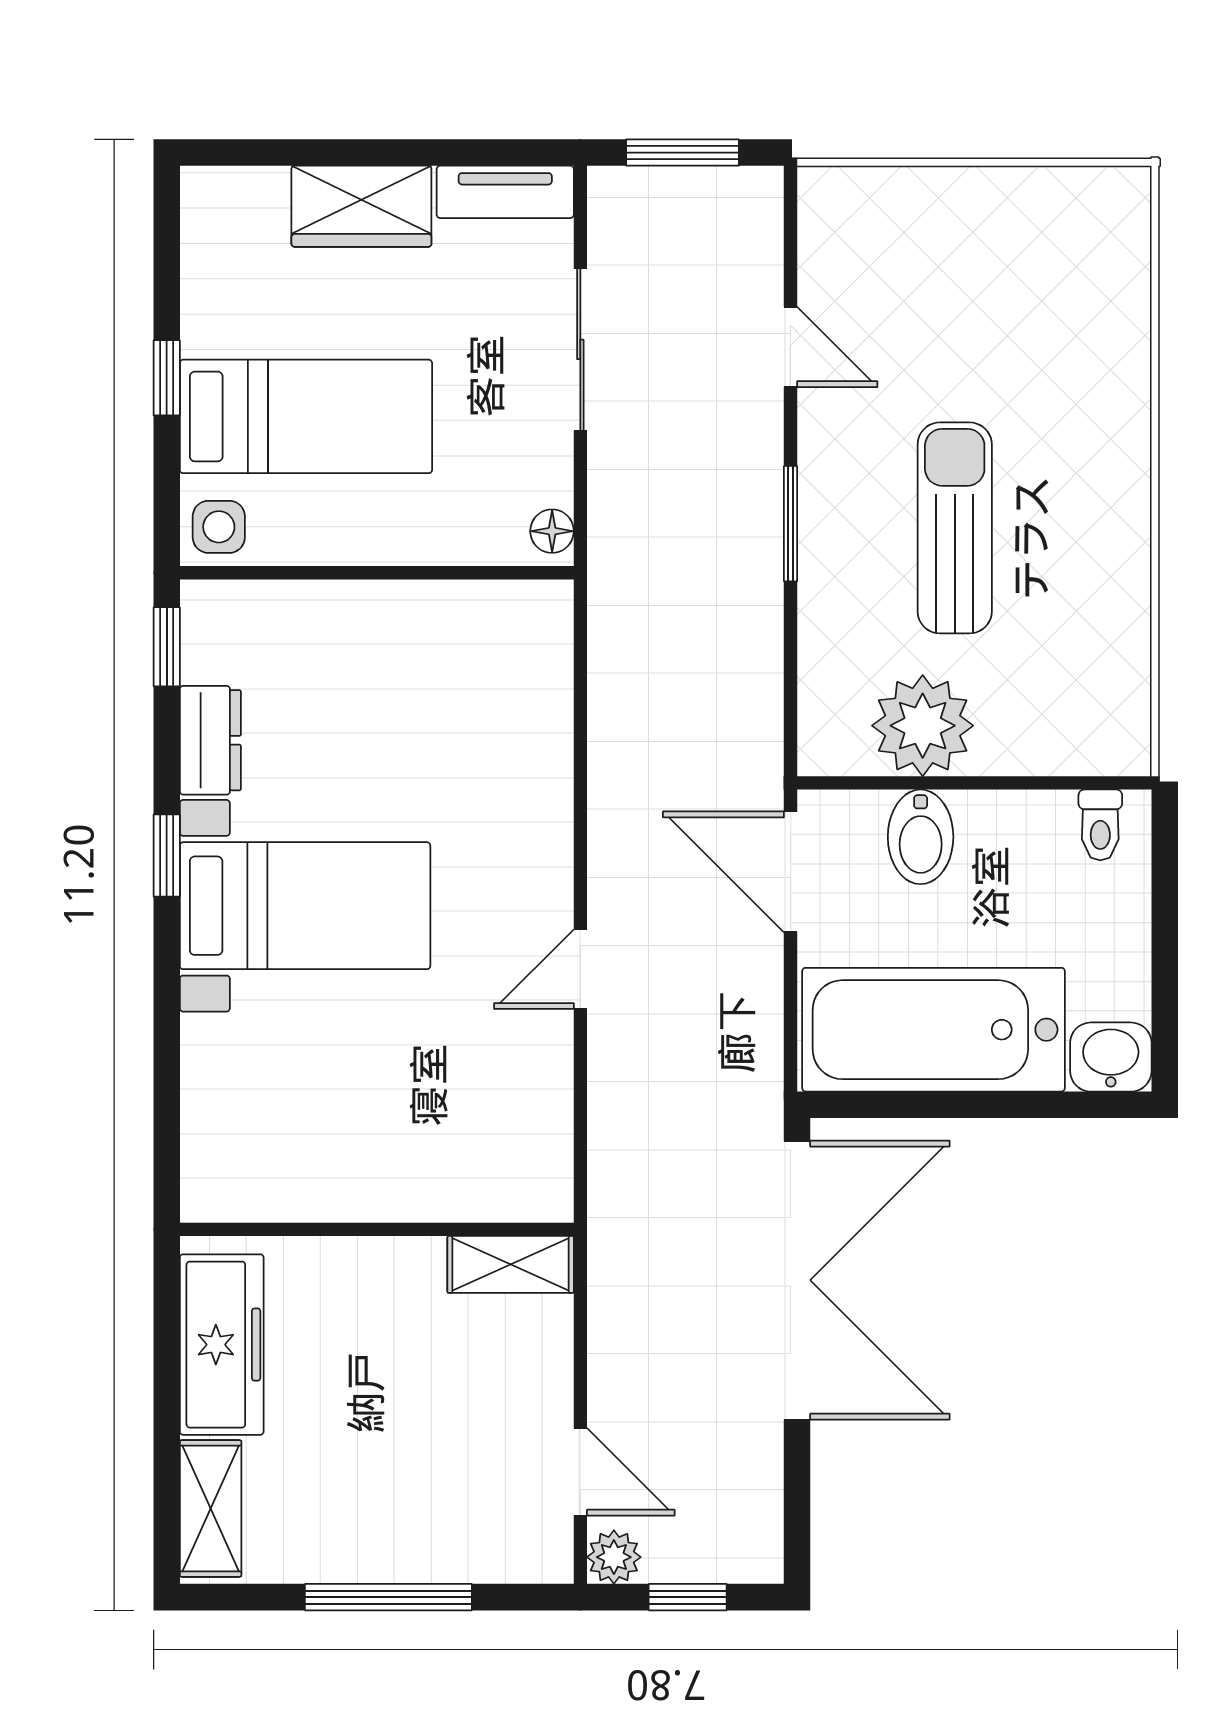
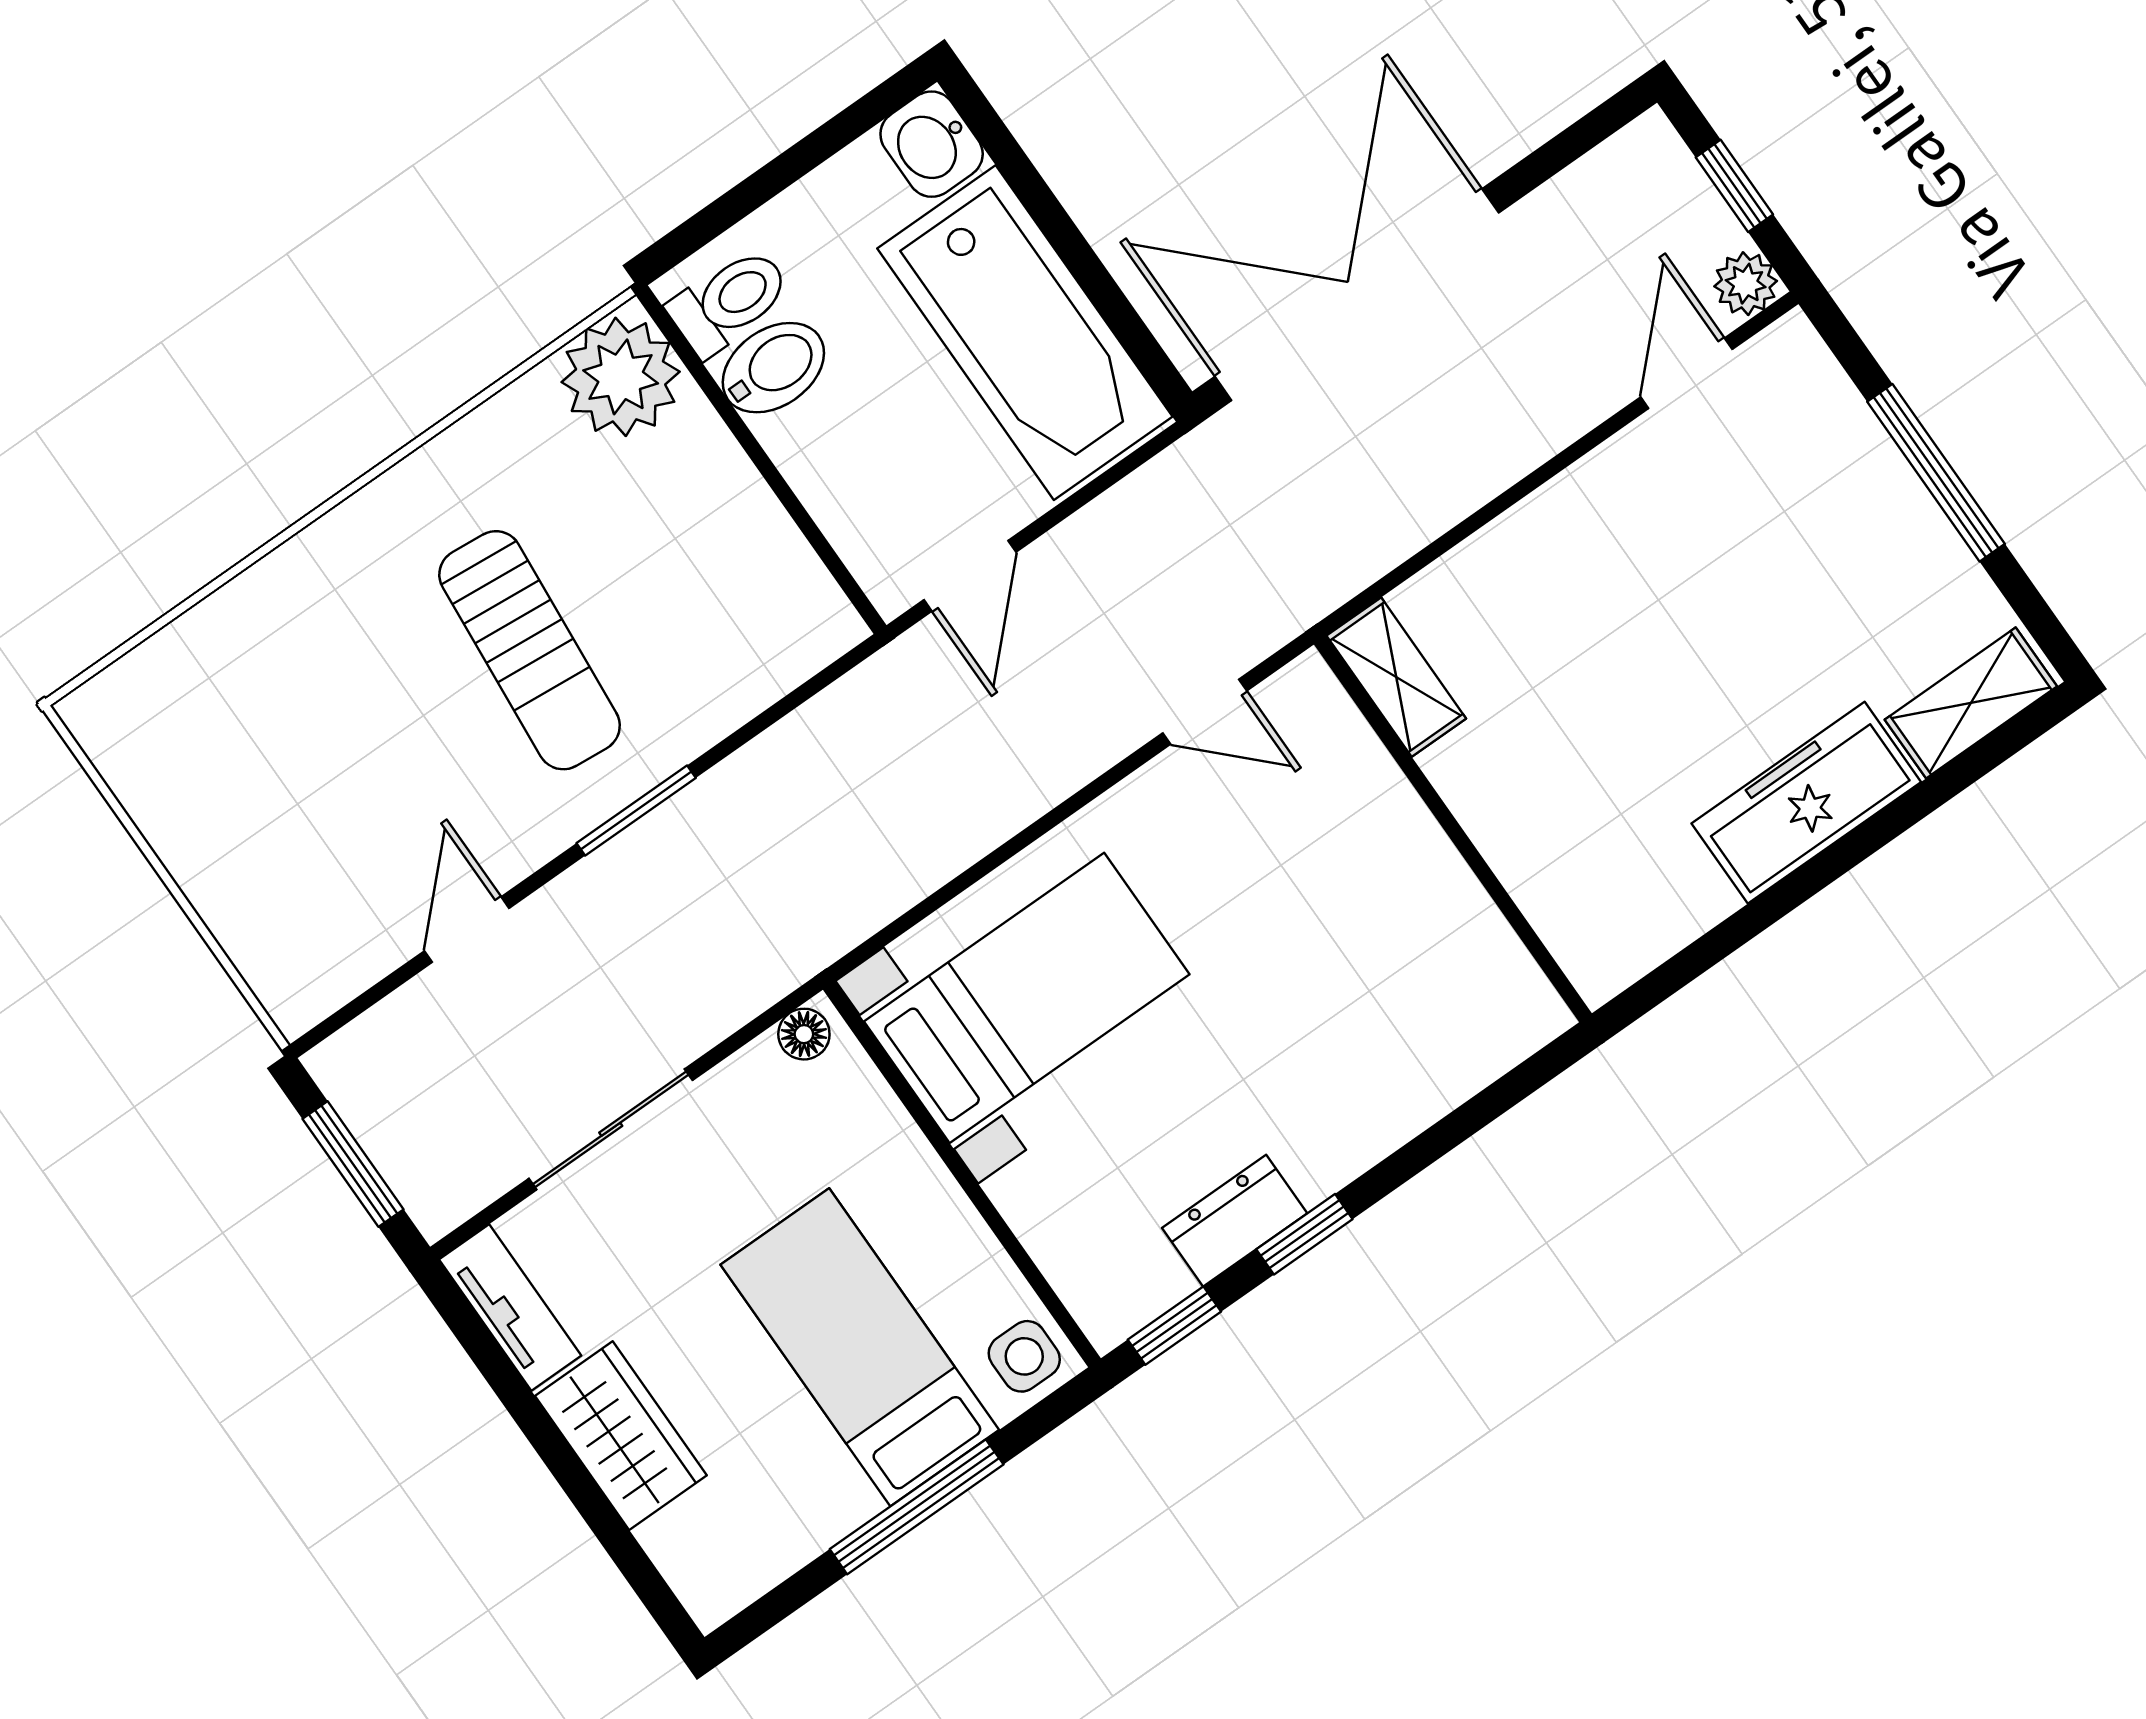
window: (167, 378) -> (917, 1507), width x2.17
sun lounger: (955, 528) -> (530, 650), turned -85
plant: (923, 726) -> (621, 377), moved
toilet: (1100, 825) -> (729, 301), width x1.37, depth x1.39
bidet: (921, 837) -> (773, 368), moved
window: (167, 855) -> (1304, 1234), moved
door: (790, 872) -> (970, 576), width x0.73
bed with nightstands: (305, 906) -> (1027, 998), moved, turned 90
wall: (377, 1229) -> (1453, 829), moved
shelving: (511, 1264) -> (1396, 677), moved

